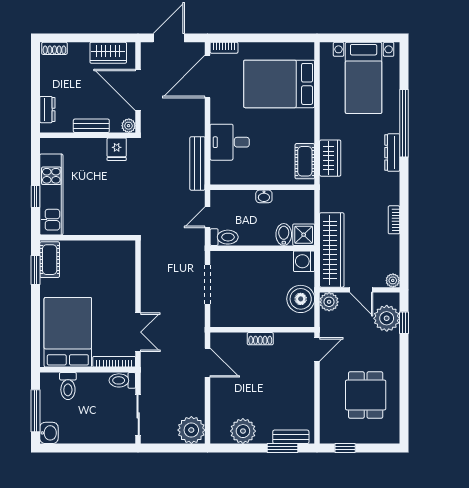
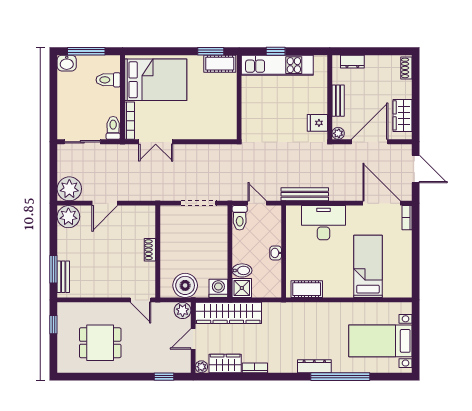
bed: (279, 84) -> (368, 266), width x0.67
desk: (230, 142) -> (324, 223), width x1.37
wardrobe: (330, 158) -> (225, 363), moved, turned 180
plant: (387, 318) -> (168, 361), removed
door: (208, 363) -> (105, 203), moved
plant: (243, 431) -> (68, 217), moved

